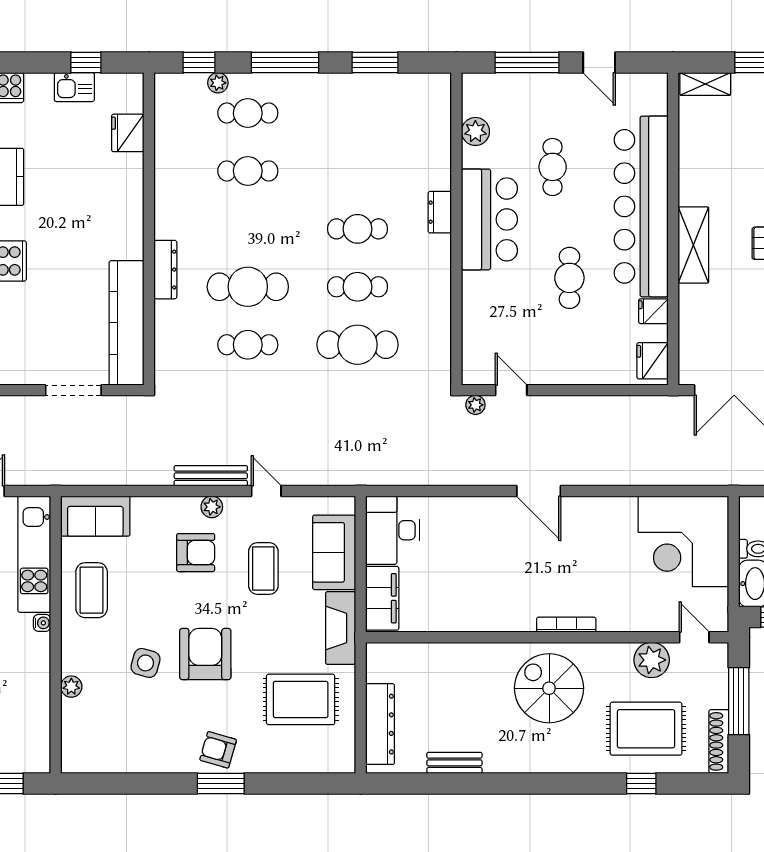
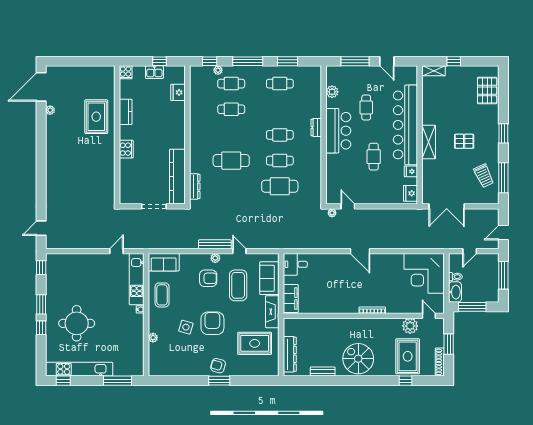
dresser: (165, 270) -> (195, 186), moved
cafe table: (248, 345) -> (280, 84), moved
desk: (392, 530) -> (295, 264), width x0.73
coffee table: (263, 569) -> (238, 285), width x1.36, depth x1.32
spiral stairs: (549, 688) -> (358, 359), moved
window: (739, 701) -> (449, 344), width x0.69
rug: (646, 729) -> (408, 356), turned 90

